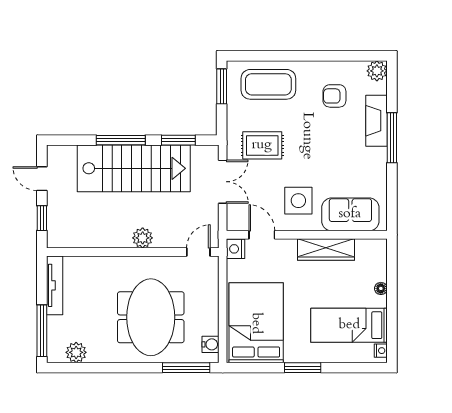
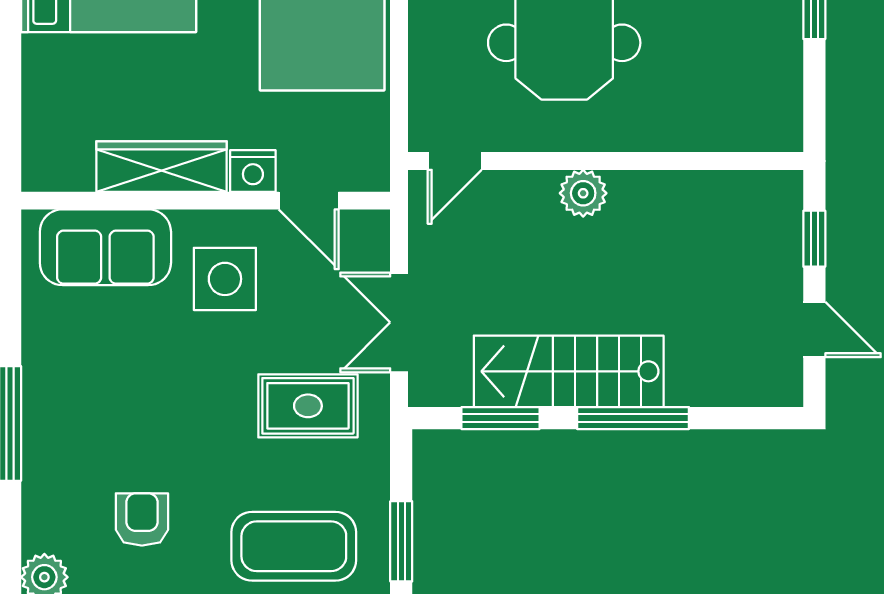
armchair: (334, 96) -> (142, 519), turned -90
fireplace: (377, 121) -> (45, 463), removed
stairs: (134, 168) -> (569, 371), width x0.73, depth x0.66
nightstand: (236, 249) -> (253, 171), moved, turned 90
tv unit: (55, 285) -> (785, 84), removed
floor lamp: (381, 288) -> (35, 77), removed

